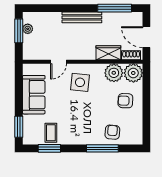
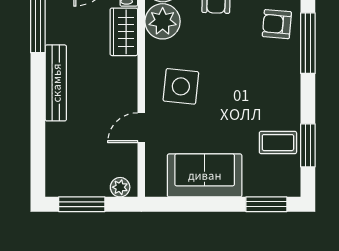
plant: (28, 29) -> (120, 187), moved
door: (59, 62) -> (141, 128), swing flipped

